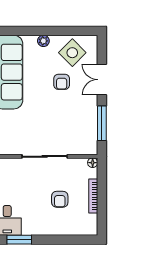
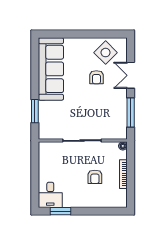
plant: (43, 41) -> (81, 43), removed

